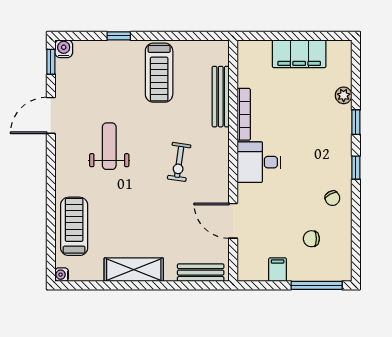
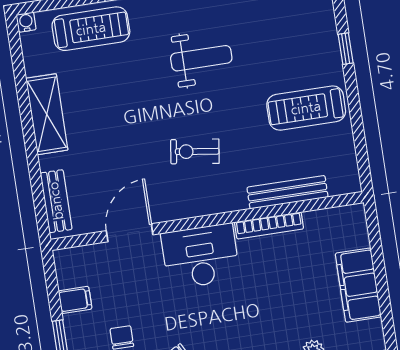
desk: (259, 162) -> (201, 256), width x1.37

